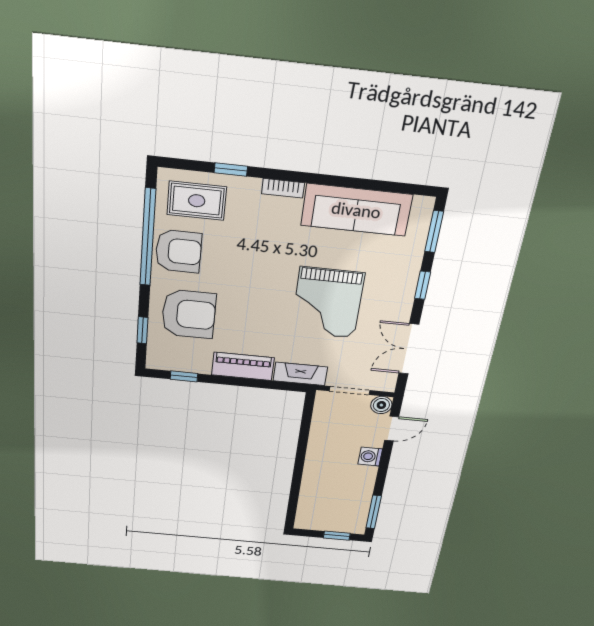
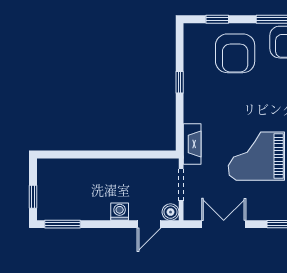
piano: (243, 366) -> (194, 99), removed
window: (184, 376) -> (180, 82), moved
door: (392, 429) -> (149, 224), hinge flipped

